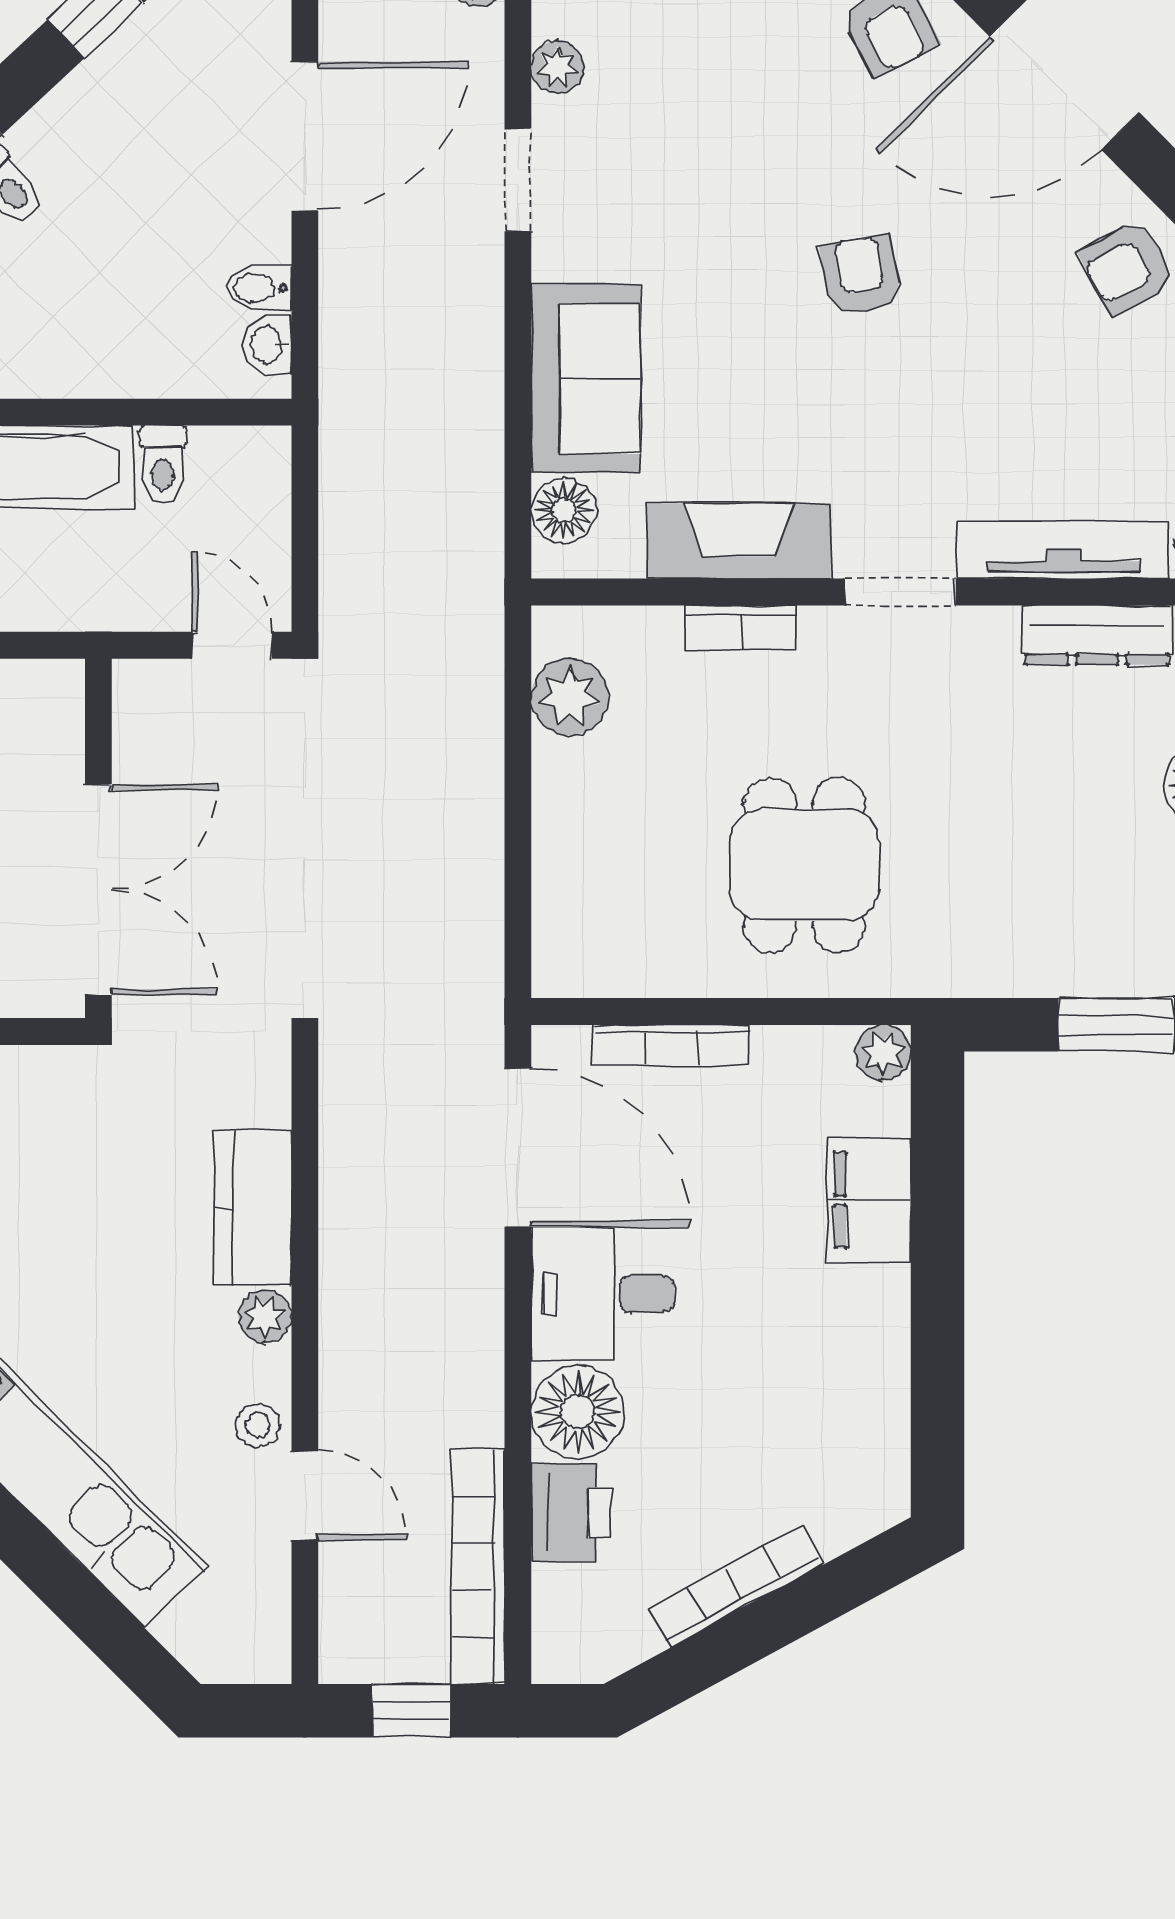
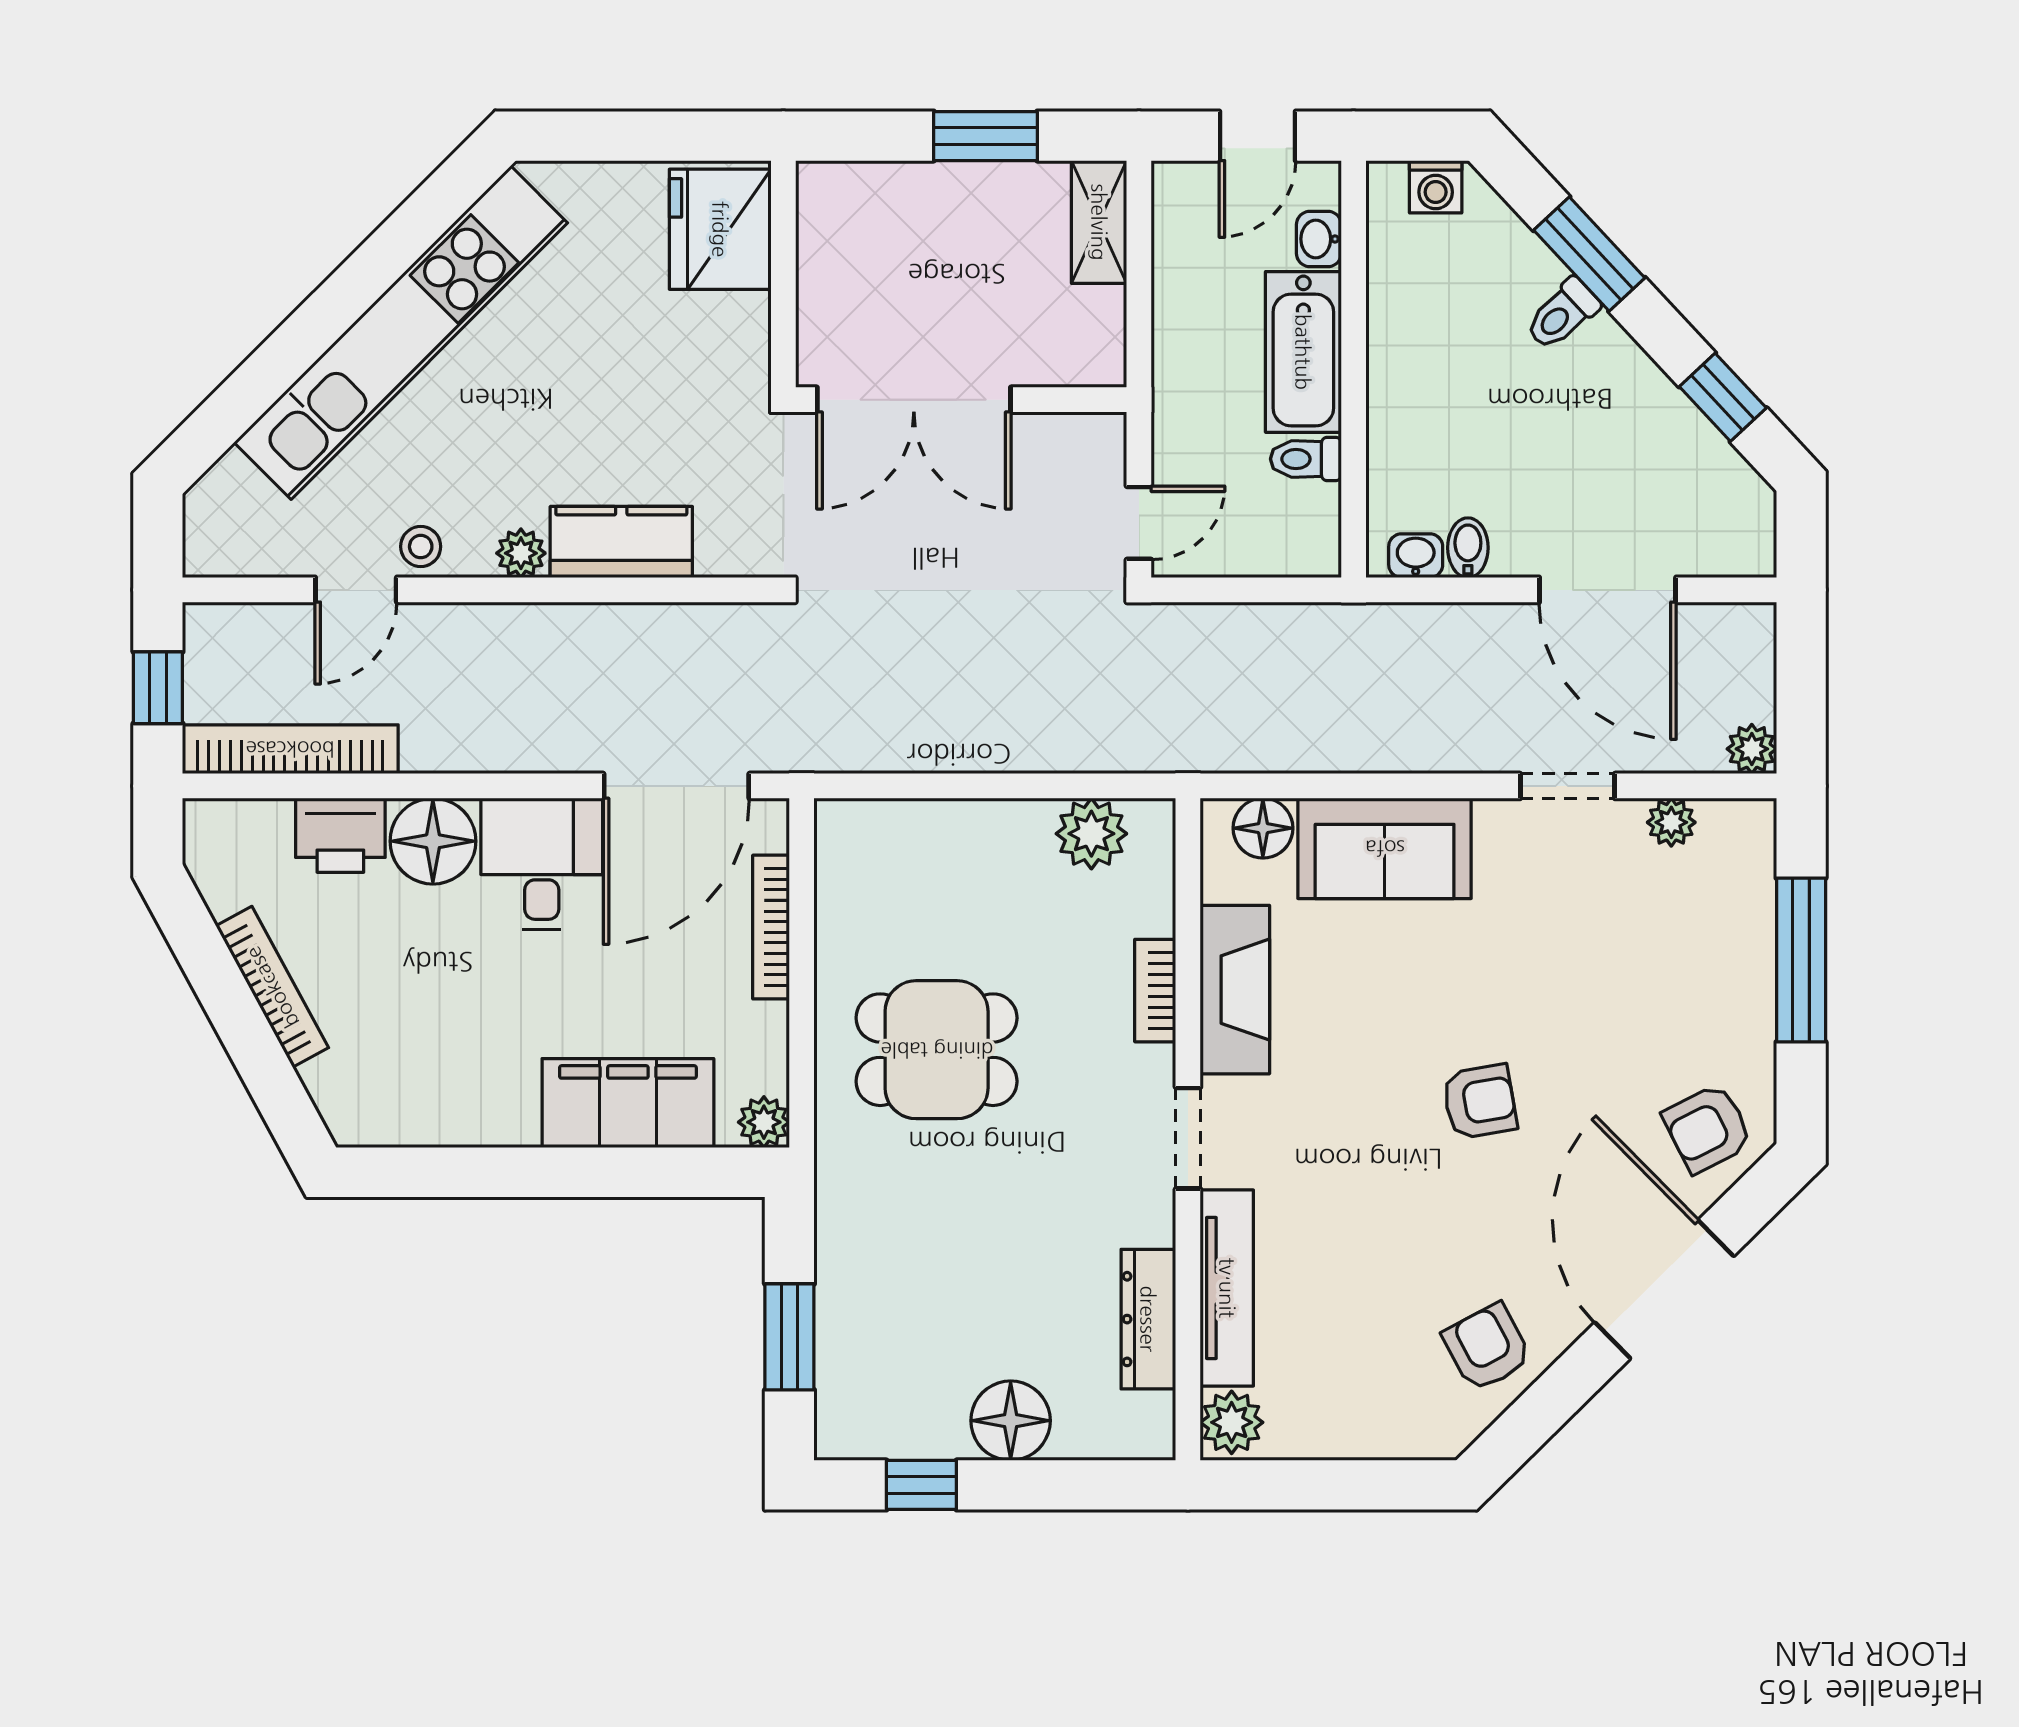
filing cabinet: (869, 1200) -> (628, 1103), width x1.50, depth x1.17

